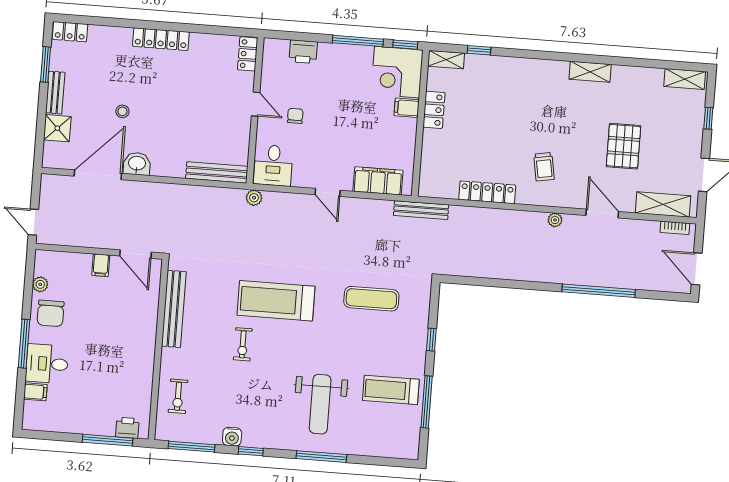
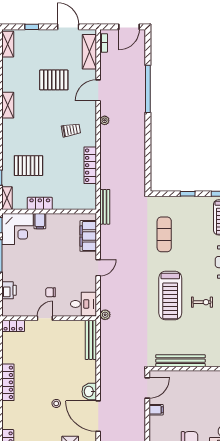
pallet: (494, 97) -> (28, 166), added
exercise bike: (243, 344) -> (202, 302), moved

